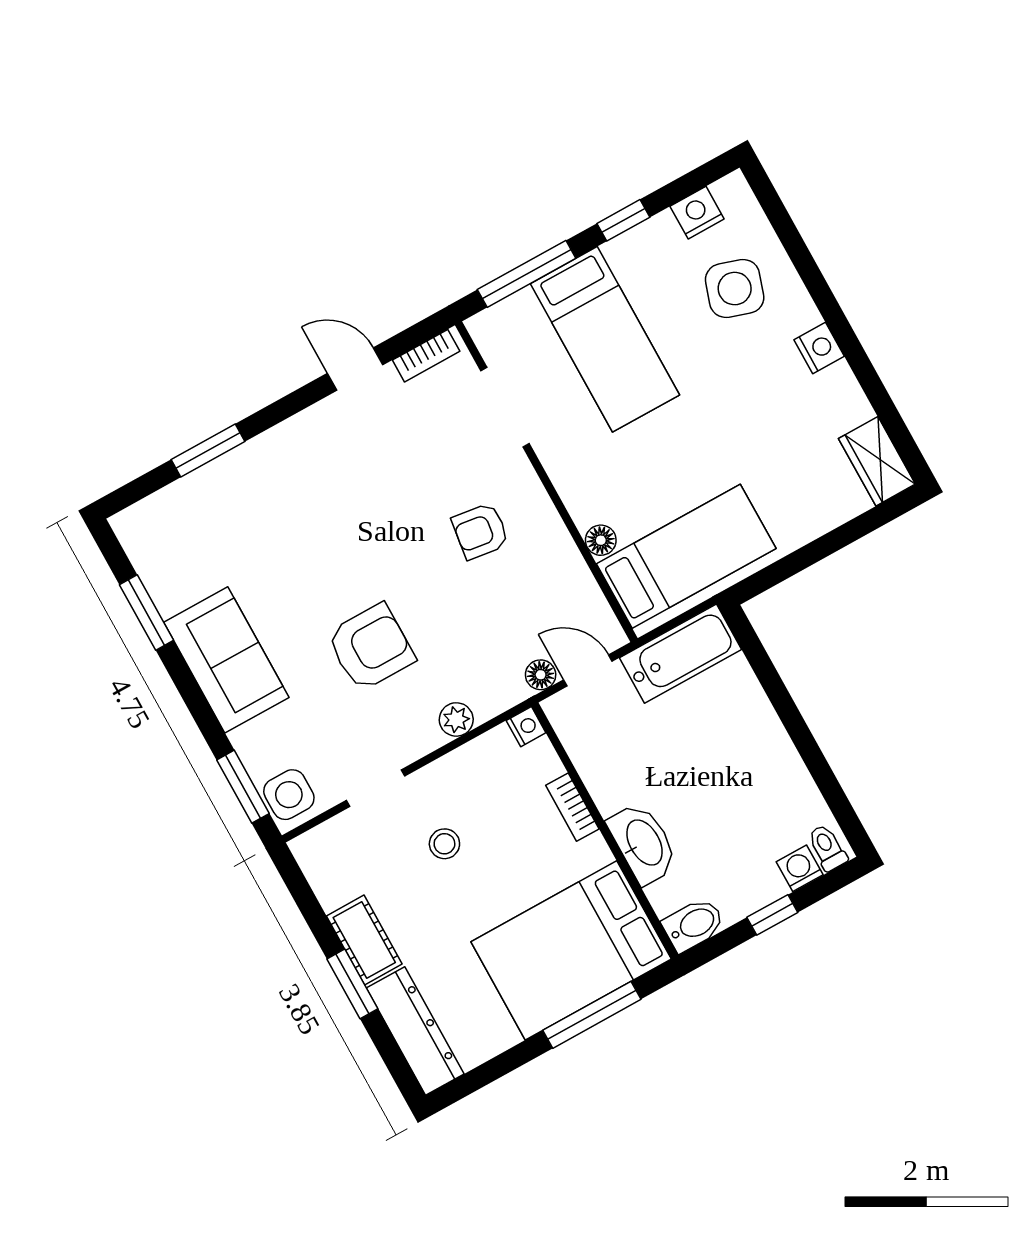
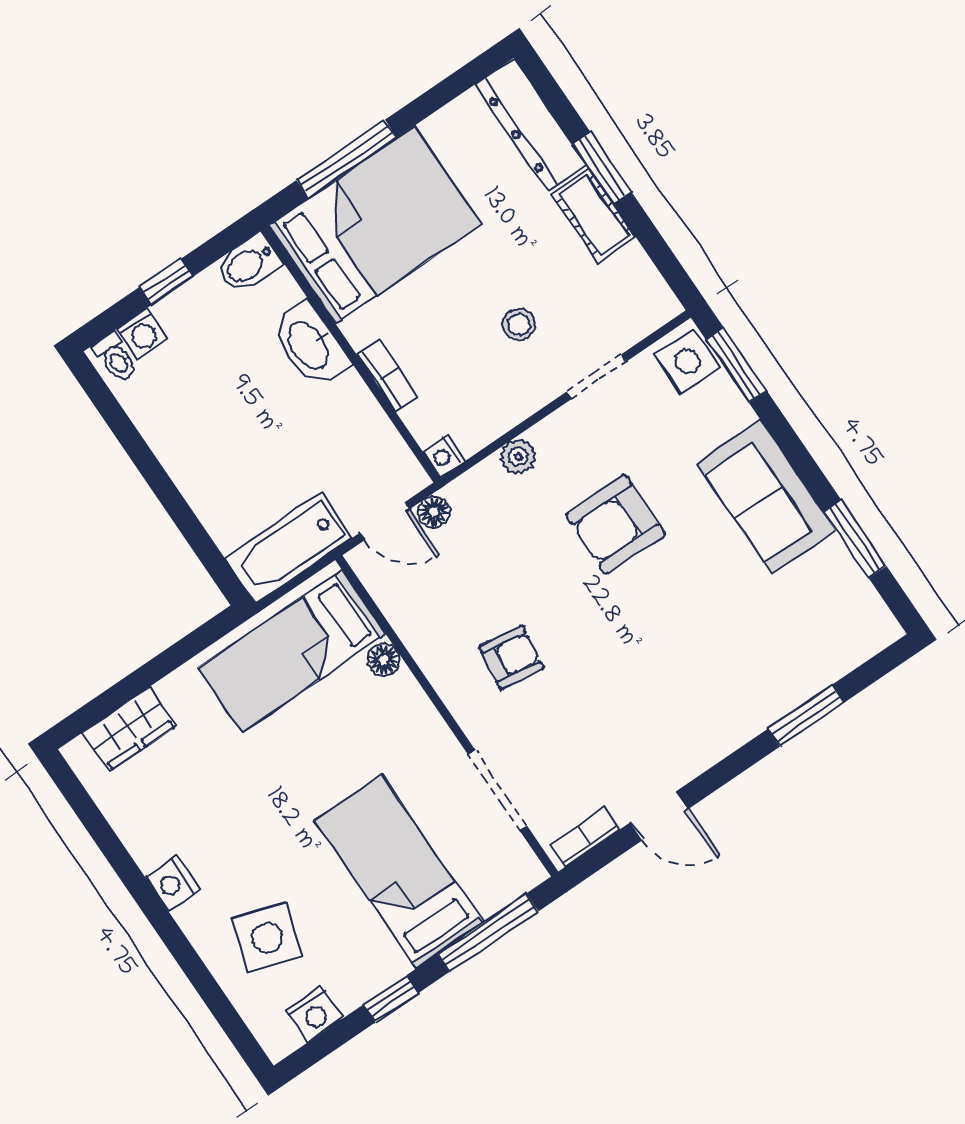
wardrobe: (877, 461) -> (130, 729), moved, turned 90

